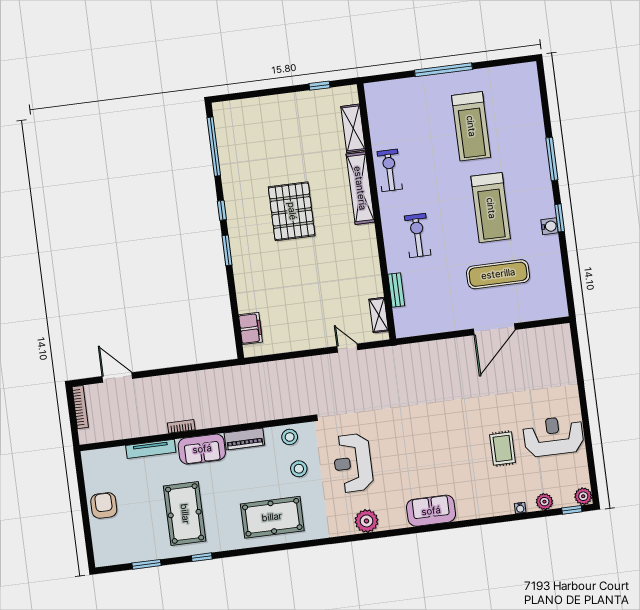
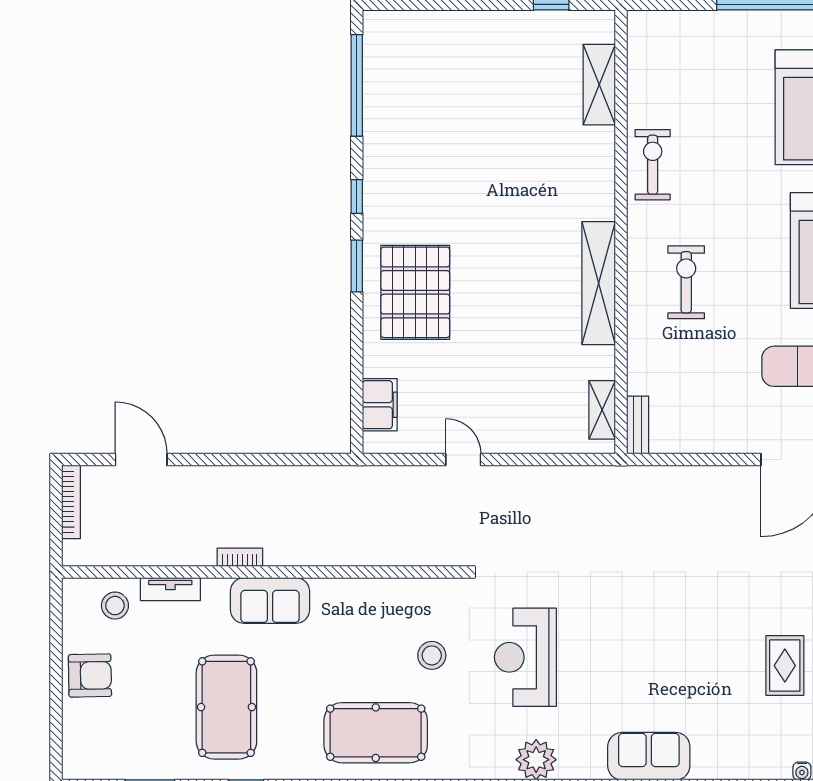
shelving: (360, 188) -> (599, 283), moved
pallet: (292, 211) -> (415, 292), moved
bench: (396, 290) -> (638, 425), moved
door: (347, 348) -> (463, 460), moved
stool: (290, 437) -> (115, 606), moved
piano: (244, 439) -> (345, 593), removed
tv unit: (151, 449) -> (170, 589), width x0.71
armchair: (104, 505) -> (90, 675), turned 89

